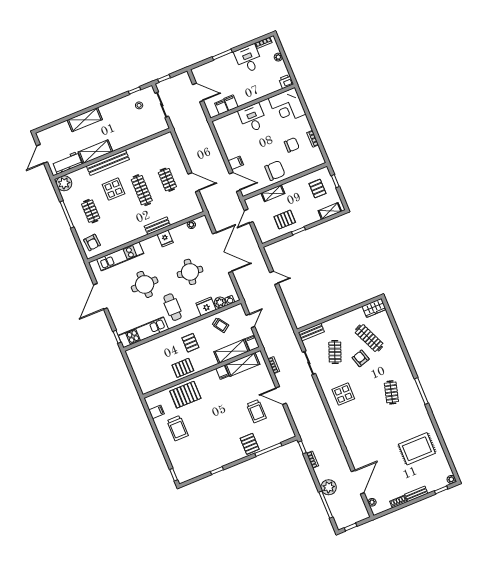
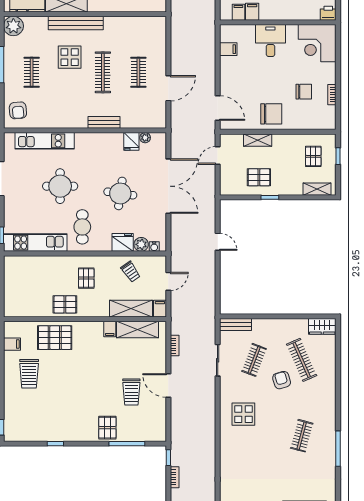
filing cabinet: (236, 163) -> (228, 49), moved
door: (194, 182) -> (168, 88), hinge flipped
fridge: (165, 238) -> (131, 141), moved

